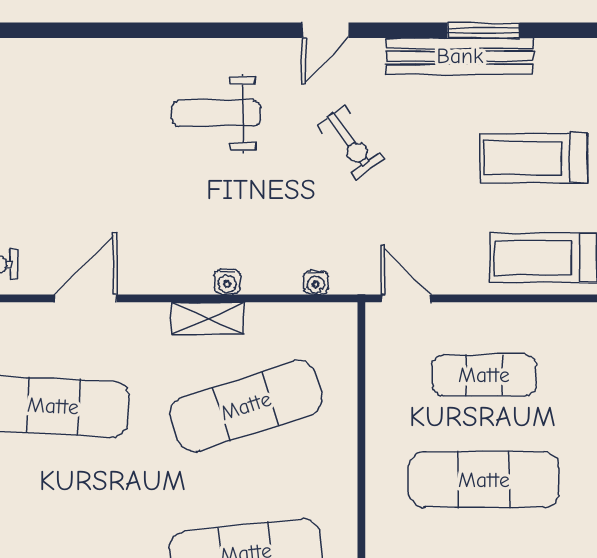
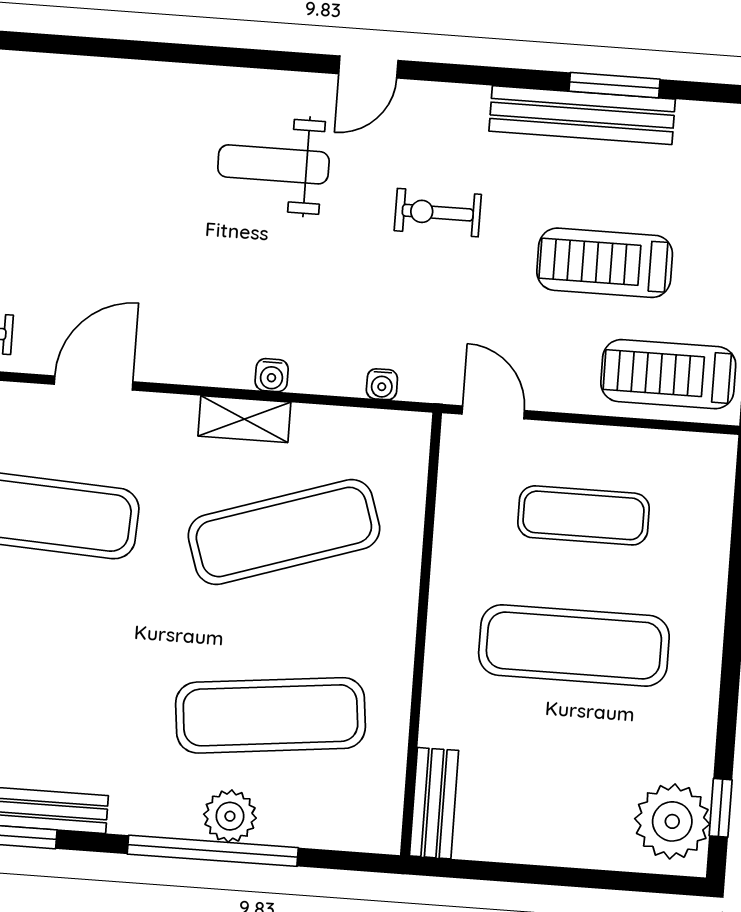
door: (325, 30) -> (368, 67), moved
exercise bike: (350, 142) -> (438, 213), turned 126
treadmill: (533, 158) -> (605, 263), moved

